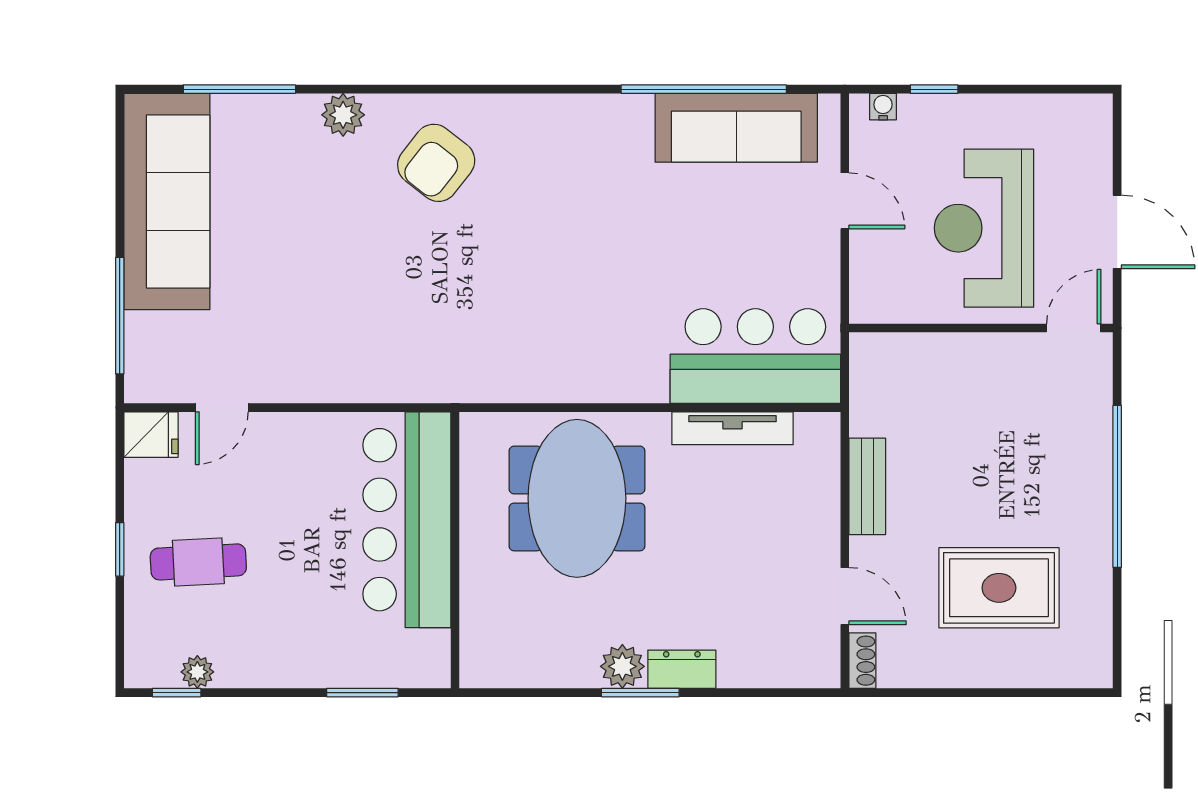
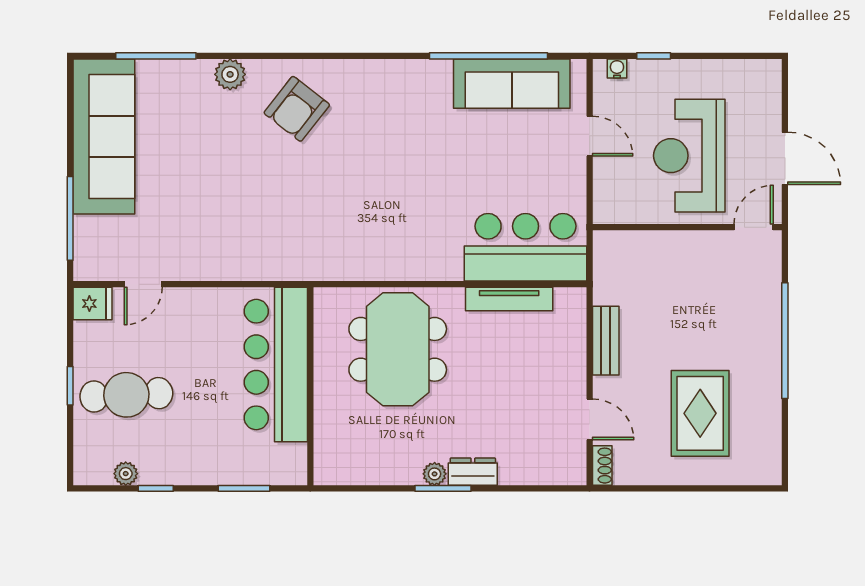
cafe table: (198, 562) -> (126, 395), width x1.37, depth x1.35
rug: (999, 588) -> (700, 413), turned 90
plant: (622, 666) -> (435, 474), width x0.73, depth x0.73
window: (177, 693) -> (156, 488), moved

